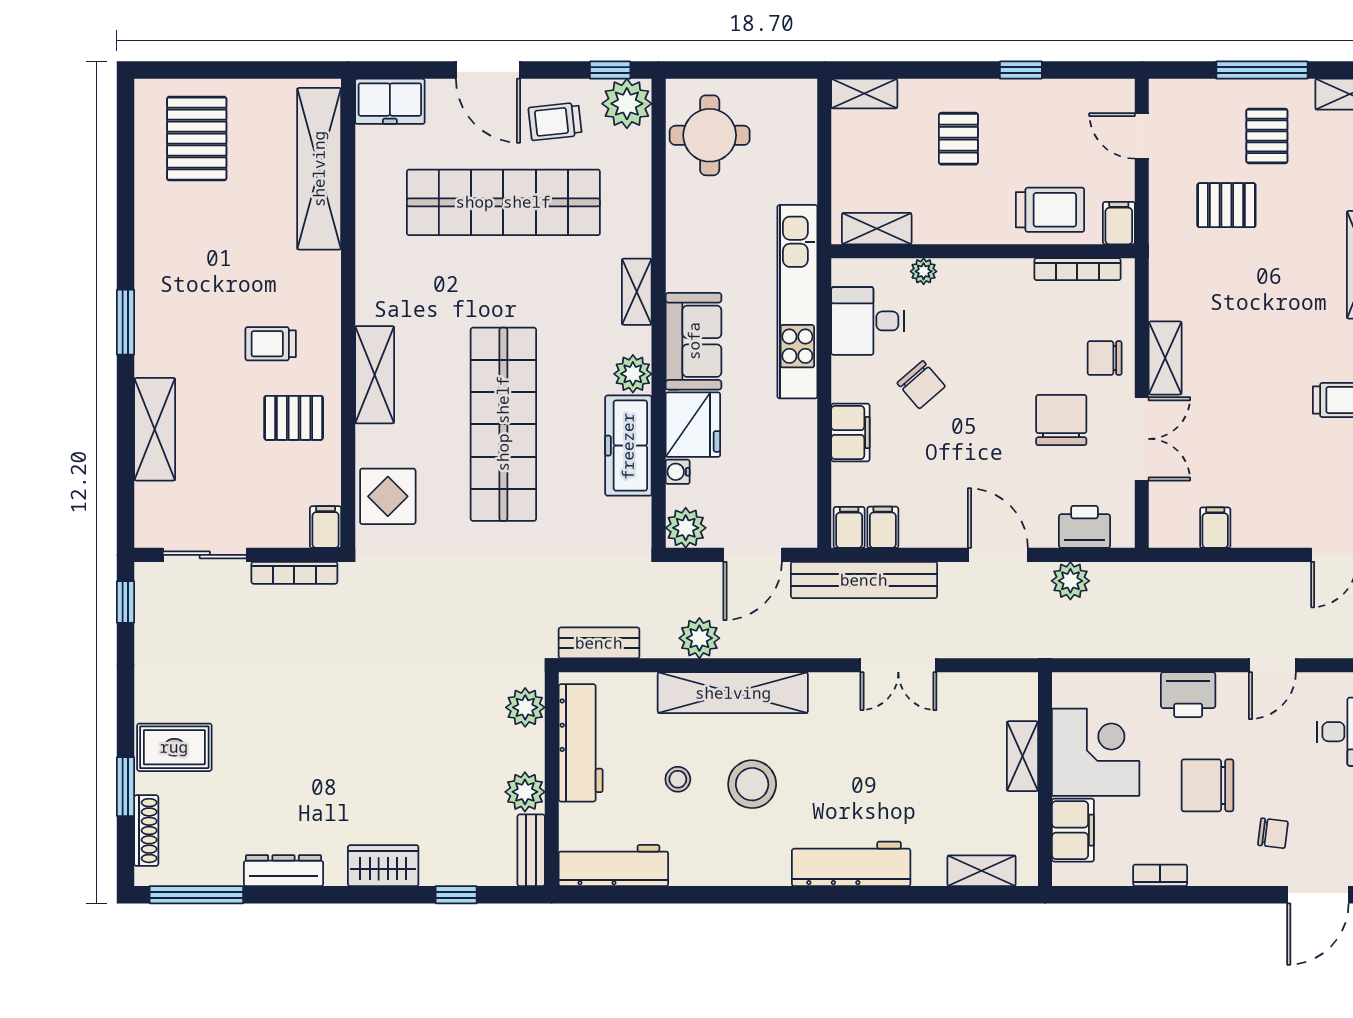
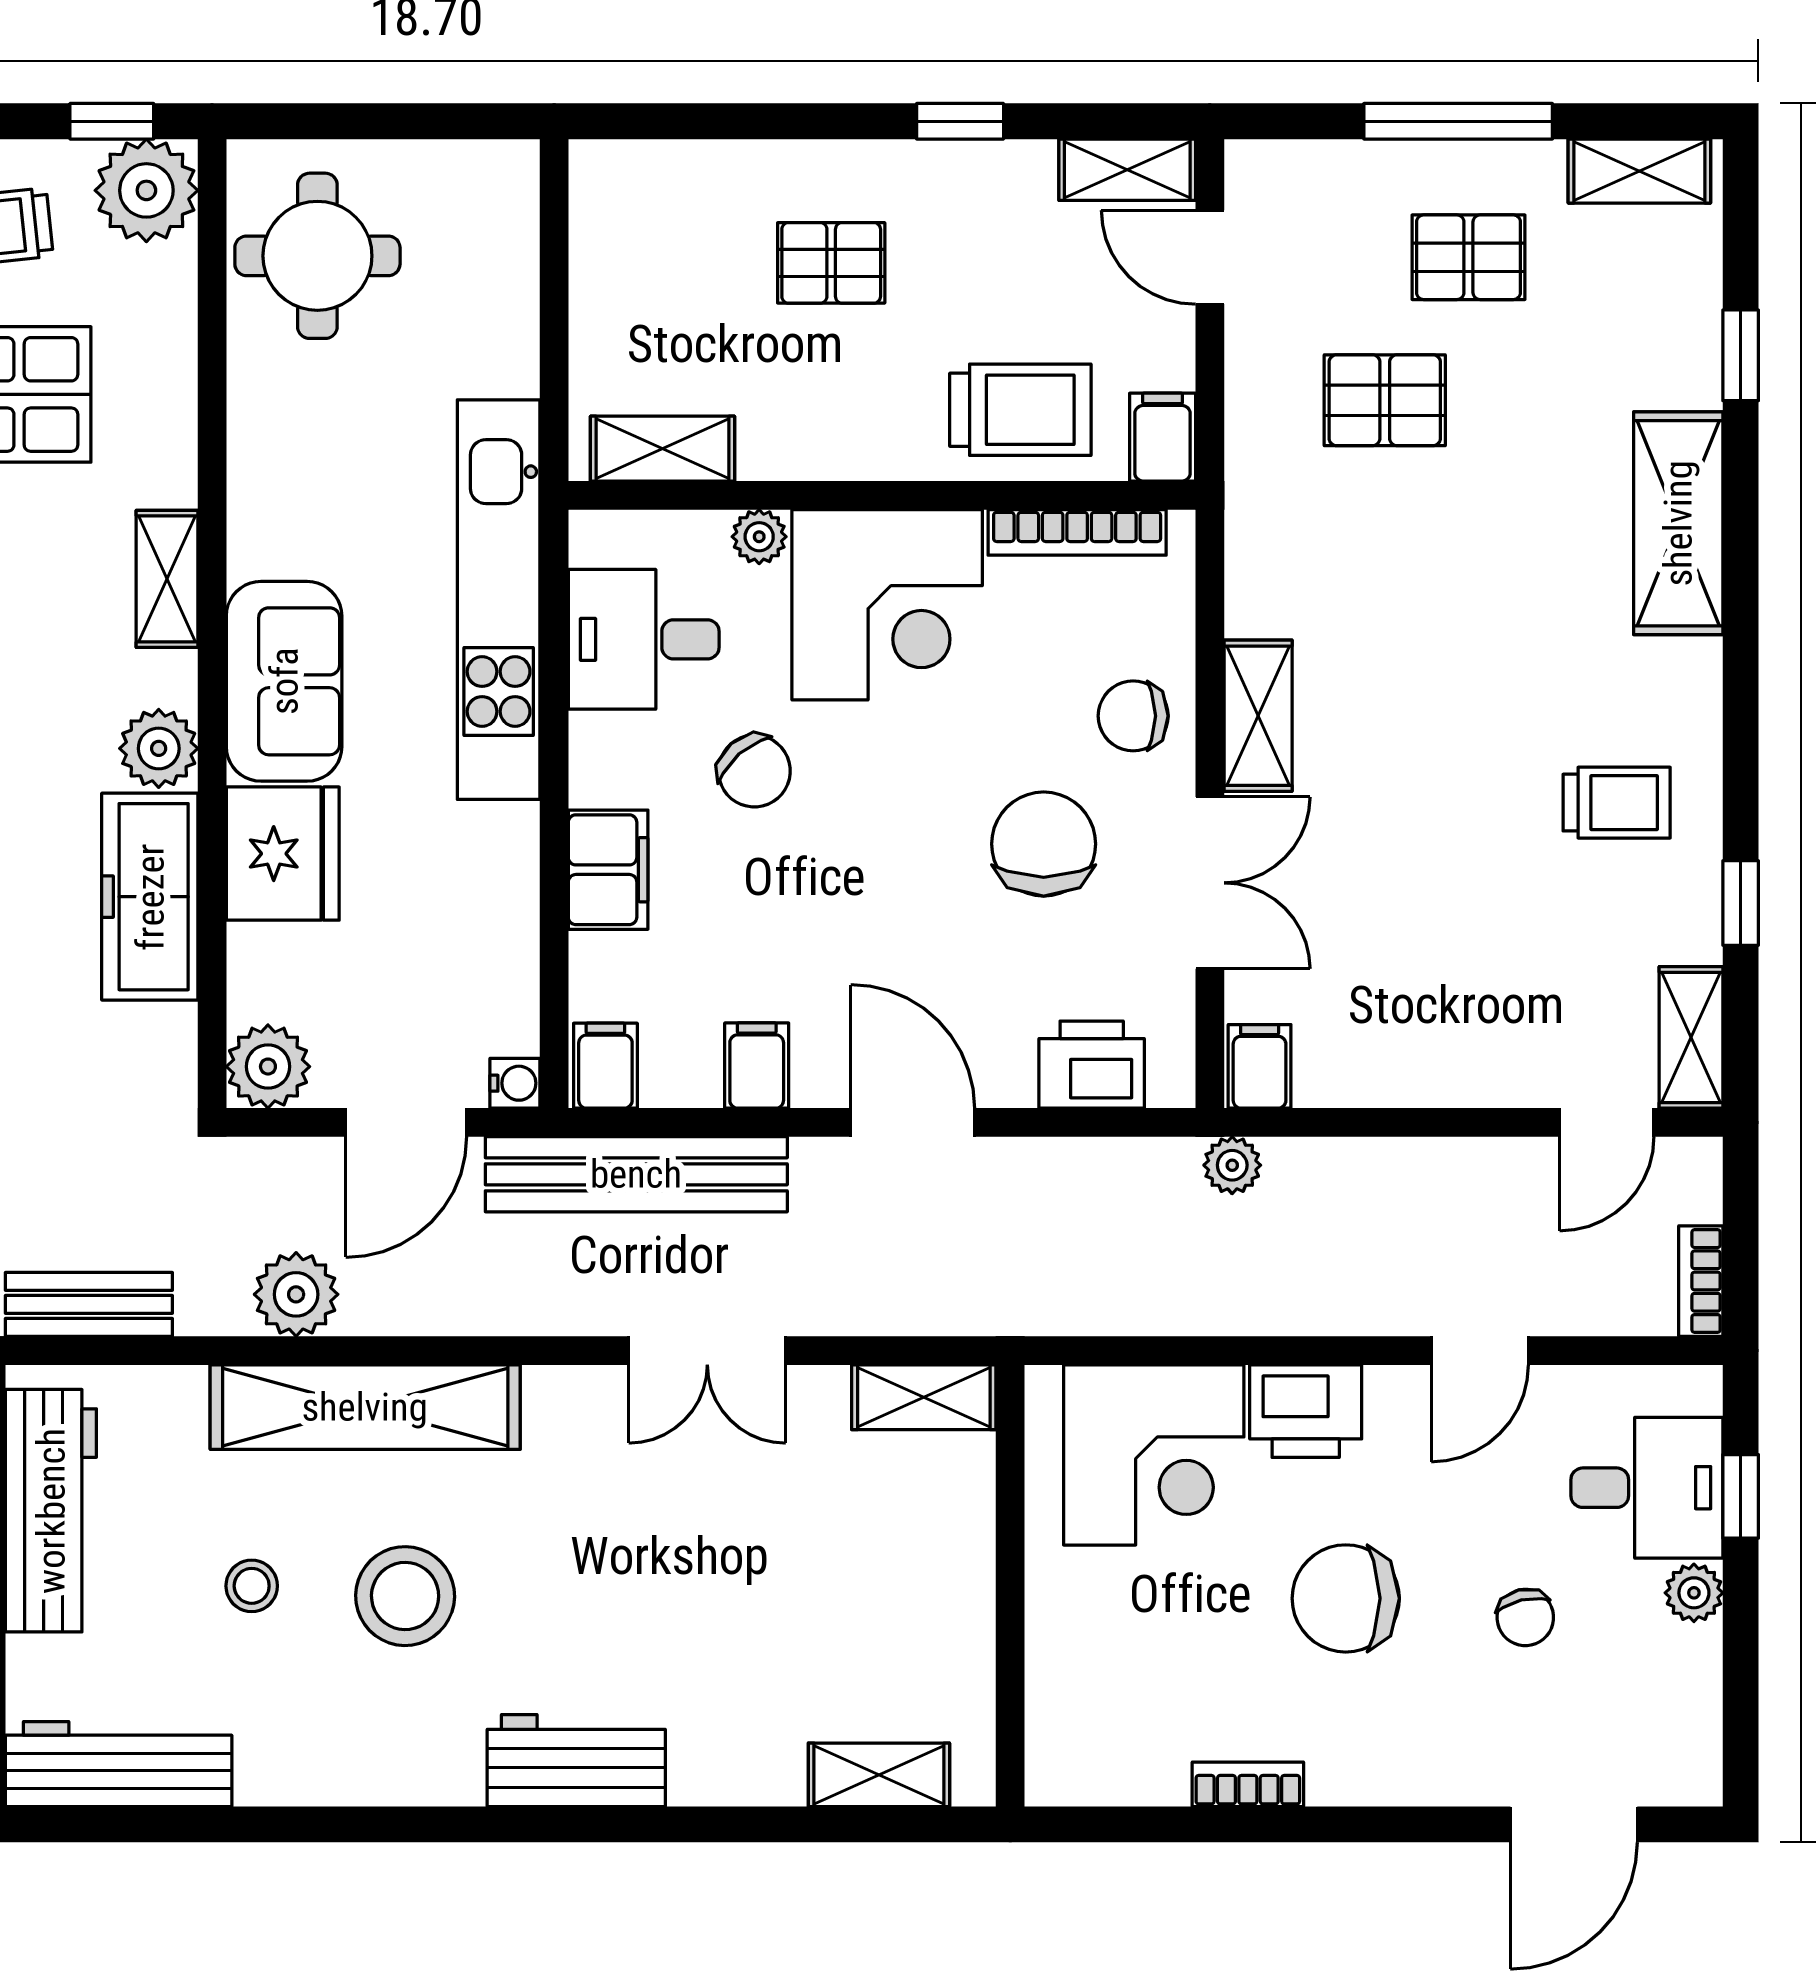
shelving: (864, 94) -> (1127, 170), moved
pallet: (1267, 136) -> (1468, 257), turned 90
pallet: (958, 139) -> (831, 263), turned 90
corner desk: (985, 304) -> (887, 605), added
water cooler: (678, 472) -> (515, 1083), moved, turned 180
filing cabinet: (883, 527) -> (757, 1066), moved
filing cabinet: (1215, 528) -> (1260, 1066), moved
plant: (1070, 581) -> (1232, 1165), moved, width x0.73, depth x0.73
corner desk: (1096, 752) -> (1154, 1455), moved, turned 90
shelving: (1022, 756) -> (924, 1397), moved, turned 90
filing cabinet: (1073, 830) -> (1068, 1691), removed
chair: (1273, 833) -> (1525, 1617), moved, turned 70
workbench: (851, 864) -> (576, 1761), width x0.73

